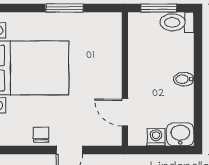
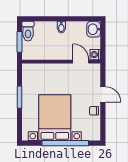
door: (125, 112) -> (81, 62), swing flipped
washing machine: (156, 137) -> (95, 55), moved

